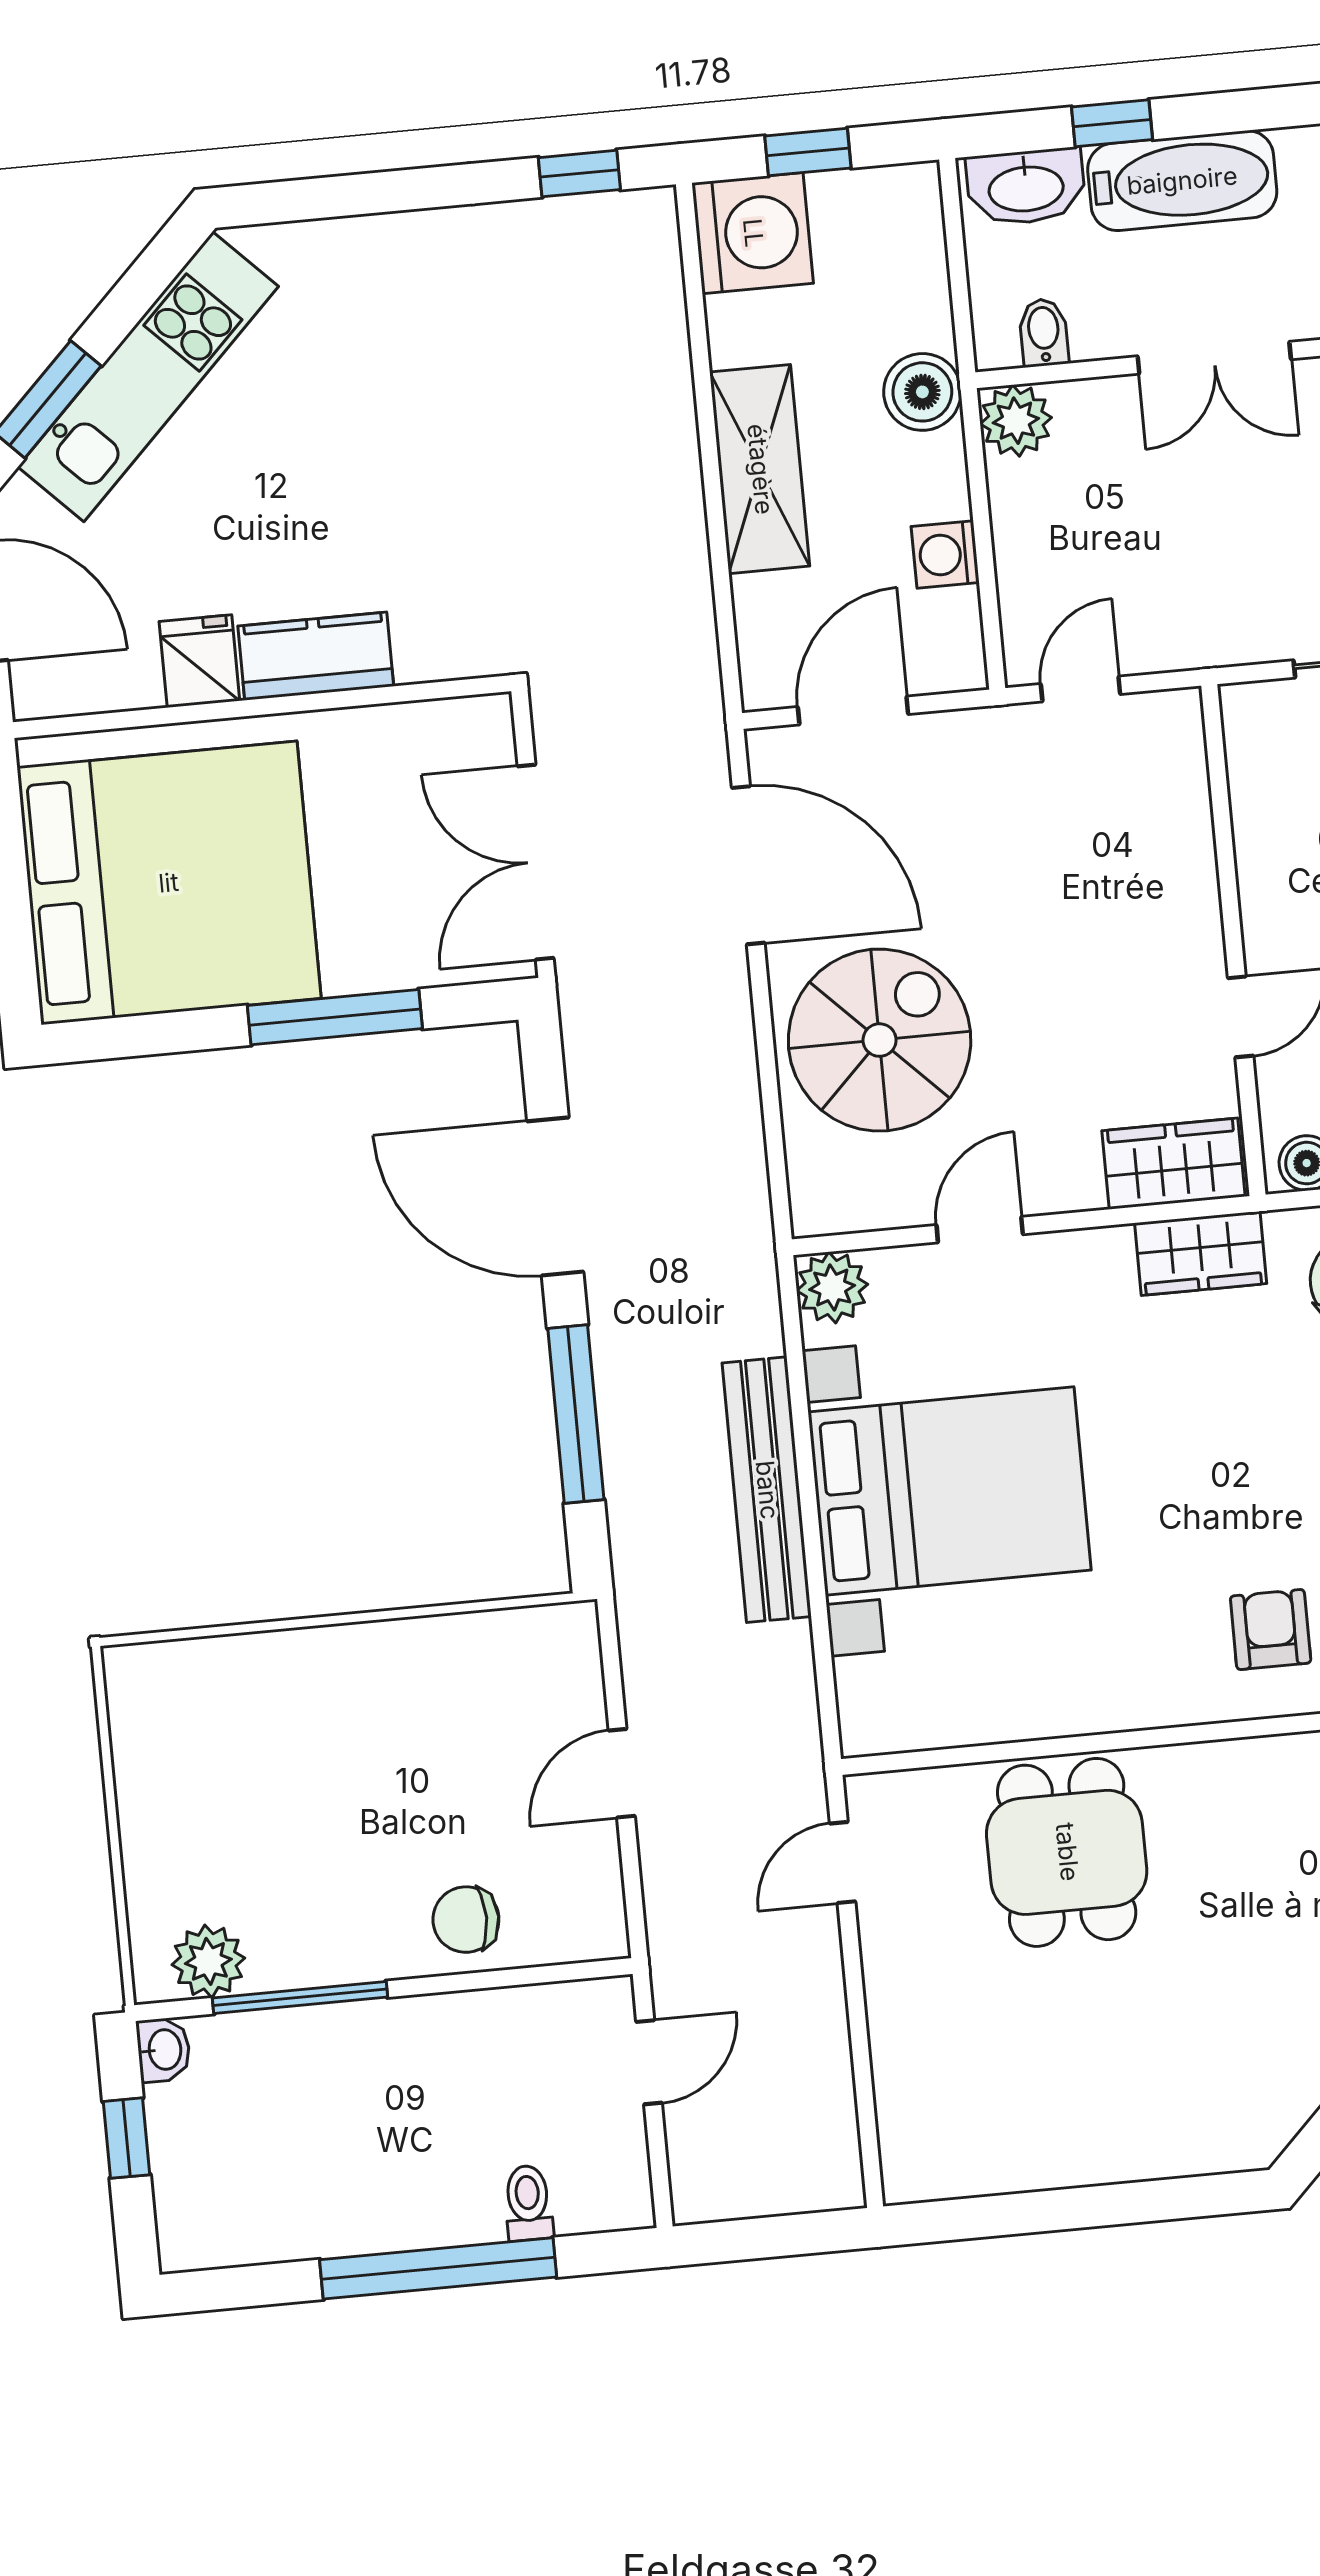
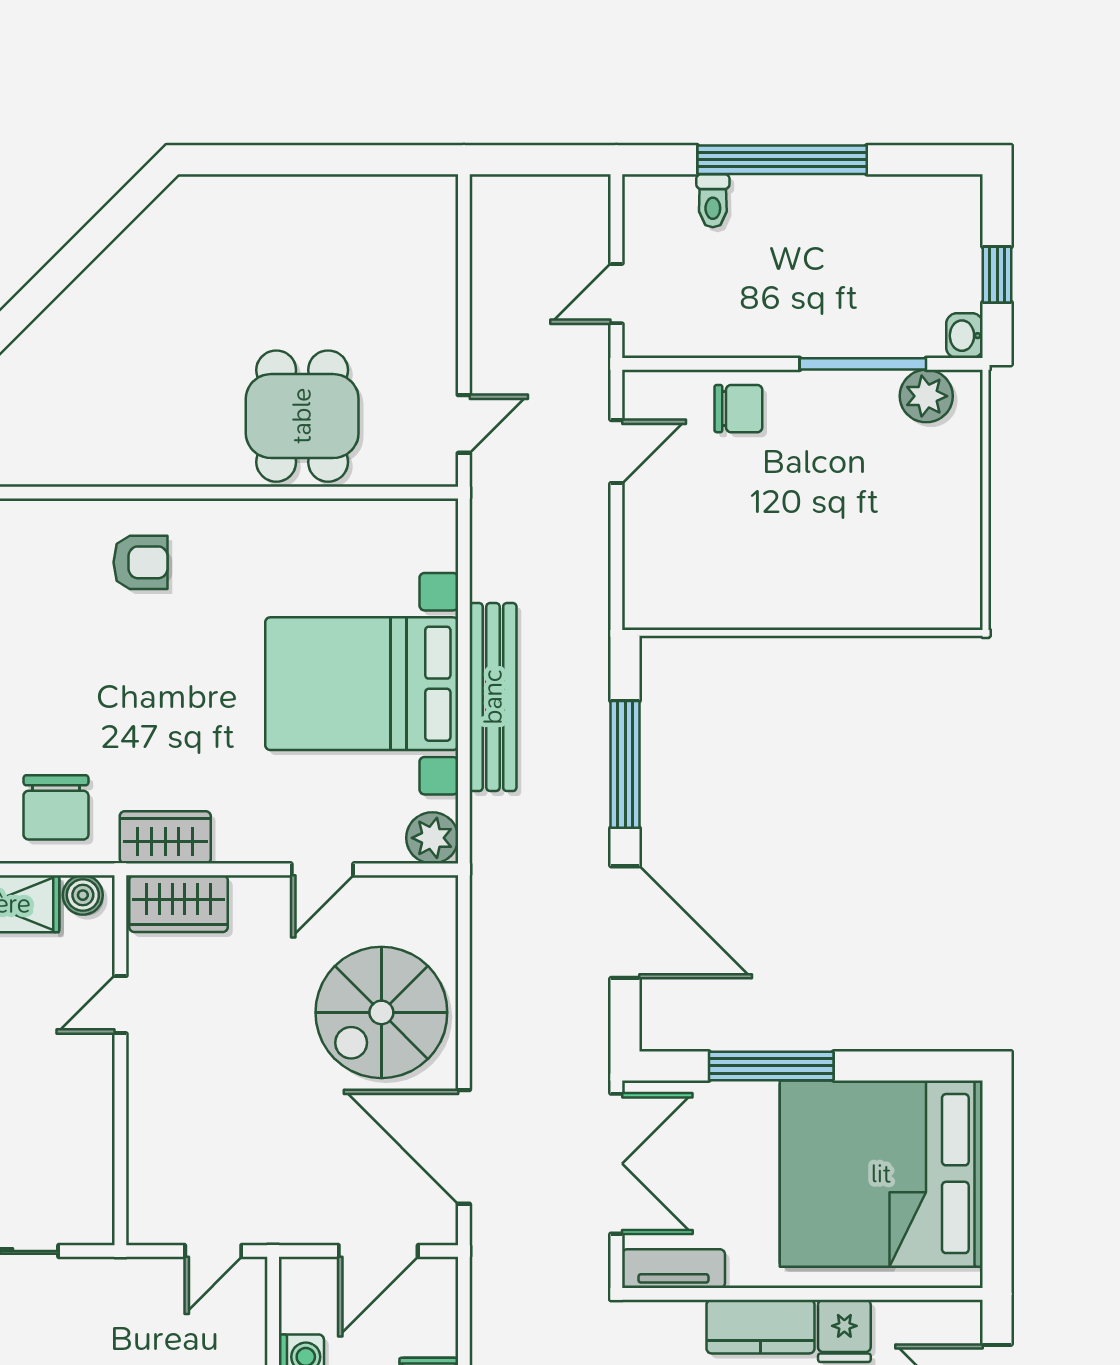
tv unit: (443, 725) -> (673, 1269), added
armchair: (1271, 1630) -> (141, 562), turned -90
door: (622, 1773) -> (616, 452), moved

